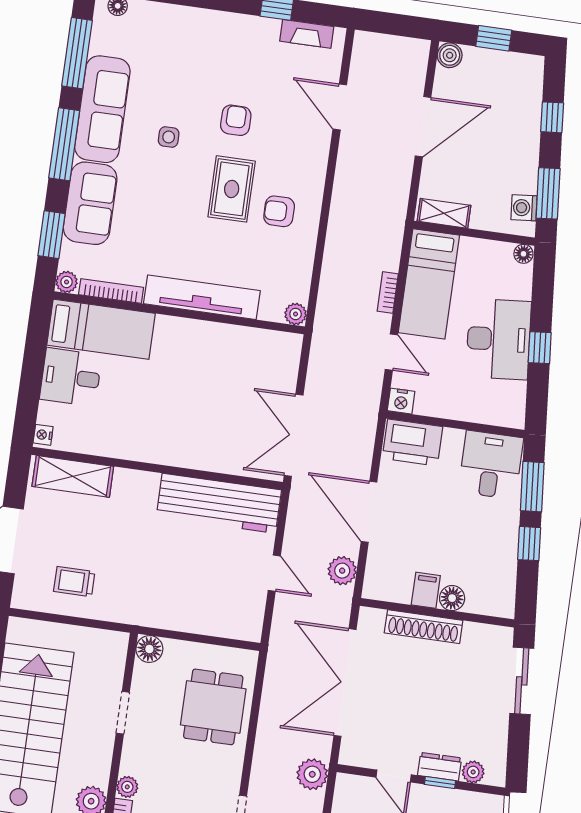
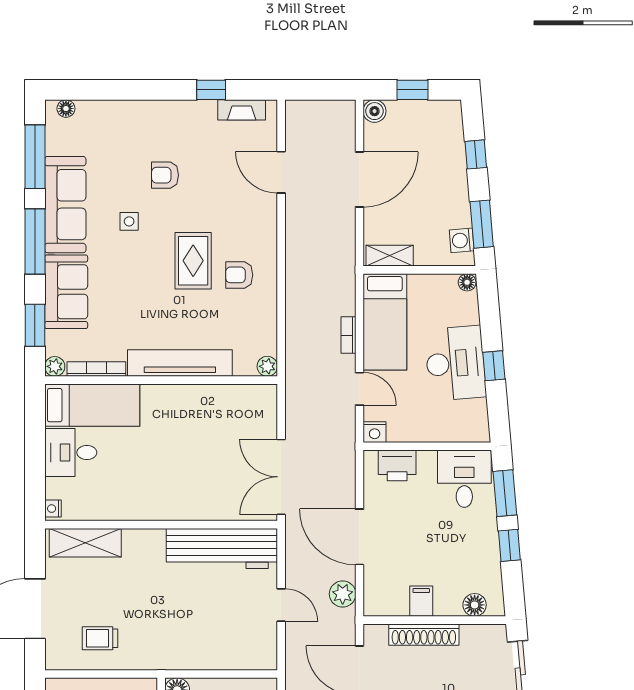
armchair: (236, 120) -> (165, 175), moved, turned -90
printer: (412, 442) -> (397, 465), width x0.73, depth x0.84
floor lamp: (452, 598) -> (475, 605), moved

